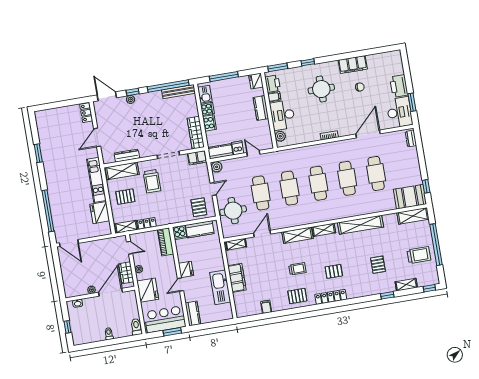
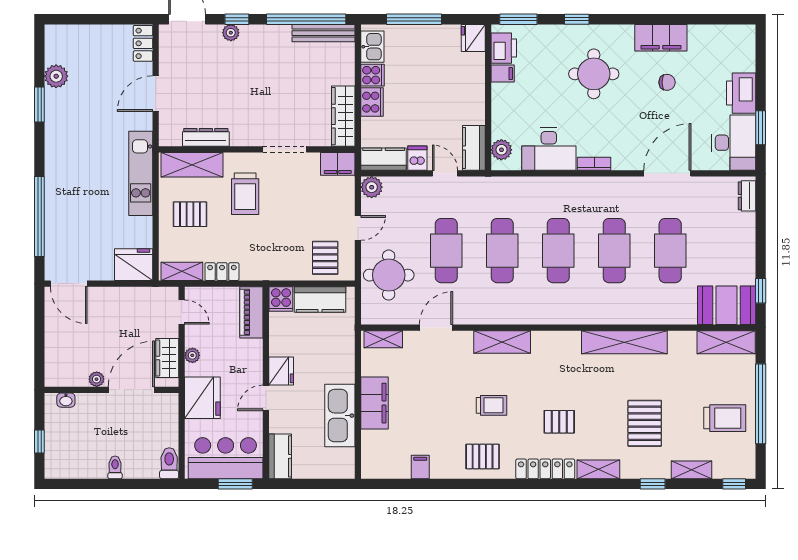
kitchen counter: (261, 108) -> (474, 148), moved
desk: (283, 115) -> (549, 149), moved, turned -90
plant: (44, 137) -> (56, 76), added
fridge: (100, 213) -> (134, 265), moved, turned 90
shelving: (324, 230) -> (598, 469), moved
pallet: (378, 265) -> (645, 423), width x1.50, depth x1.42

